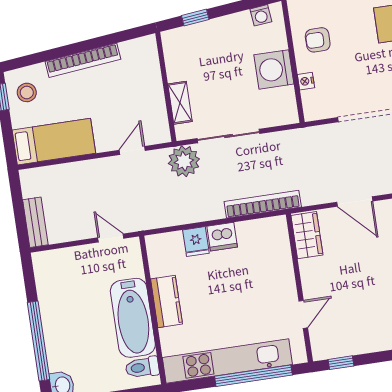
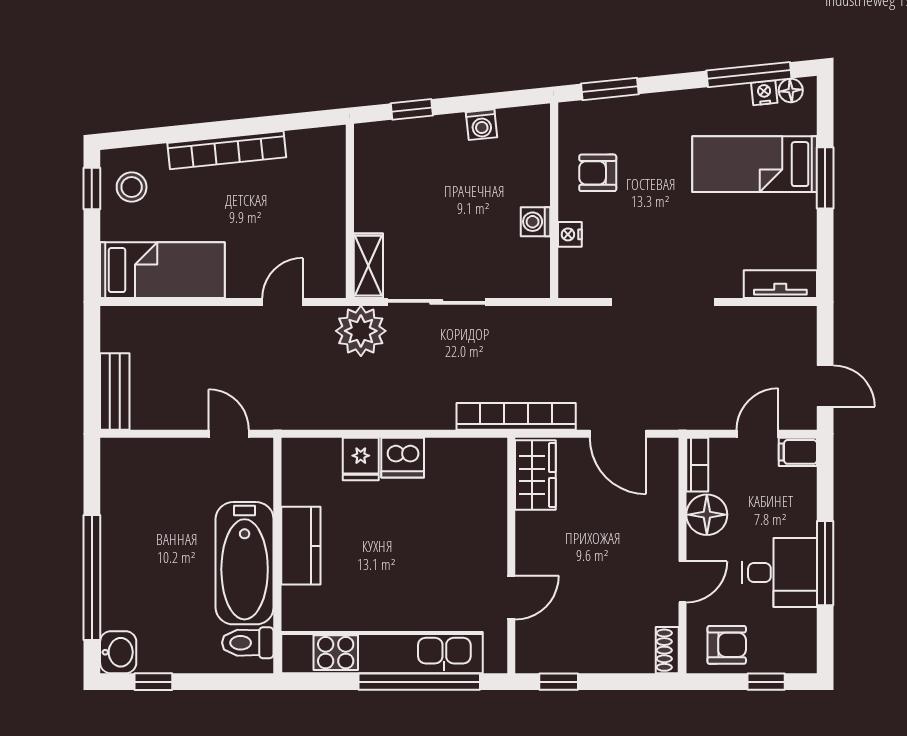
washing machine: (261, 15) -> (481, 125), moved
washing machine: (274, 69) -> (535, 222), width x0.53, depth x0.53
shelving: (180, 103) -> (368, 266), moved
bookcase: (263, 204) -> (516, 416), moved

